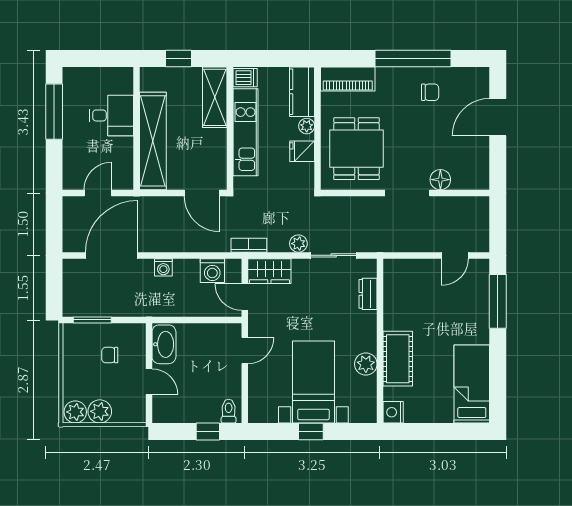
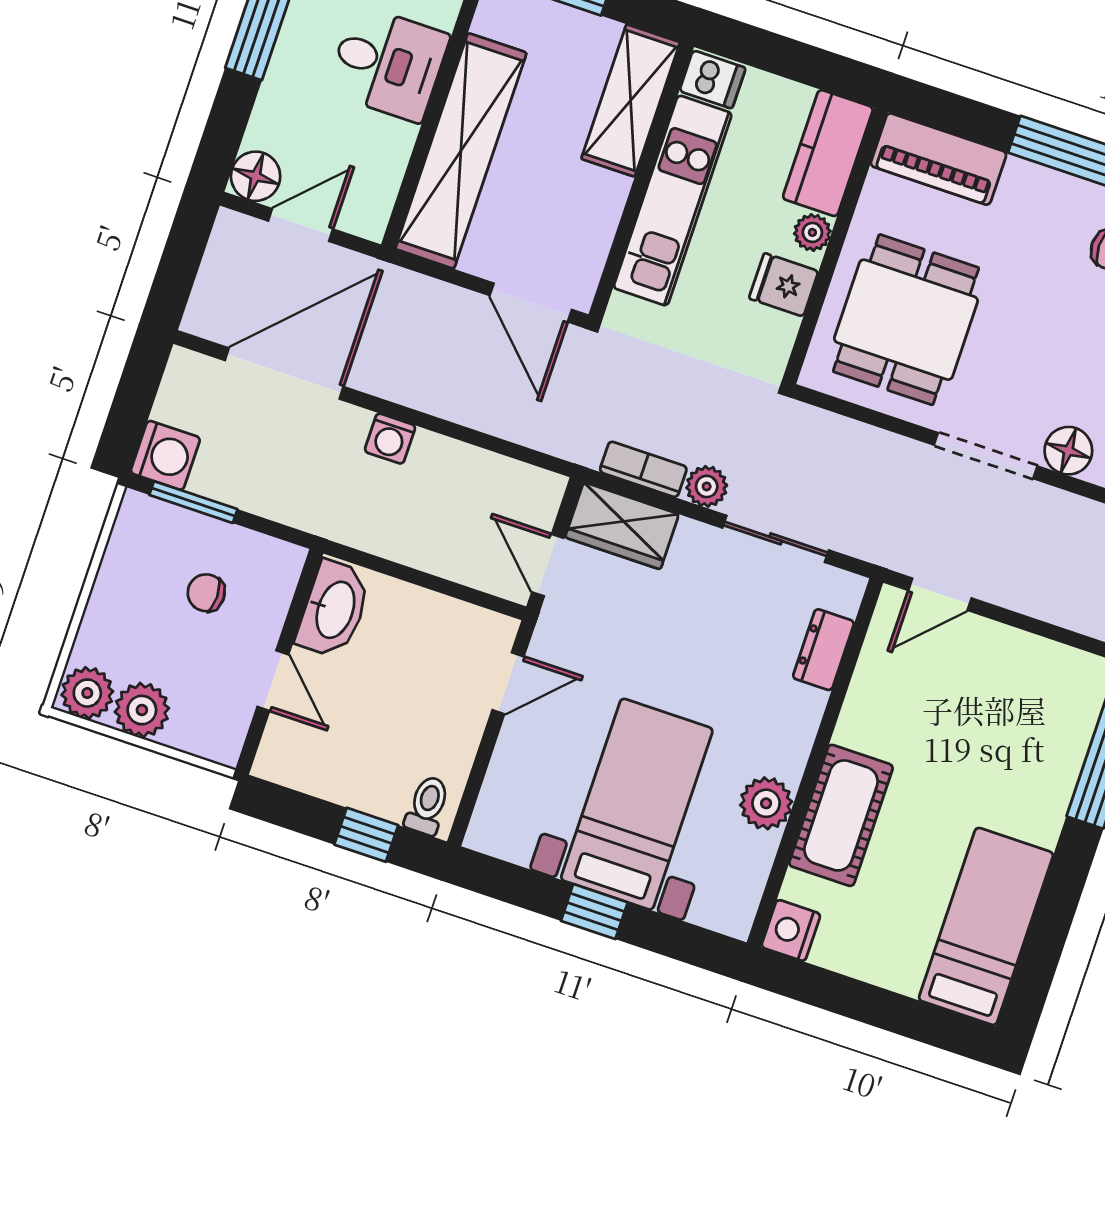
floor lamp: (73, 179) -> (256, 176), added
bookcase: (249, 245) -> (643, 469), moved
door: (455, 255) -> (940, 594), moved
washing machine: (212, 271) -> (165, 455), moved, turned -90

